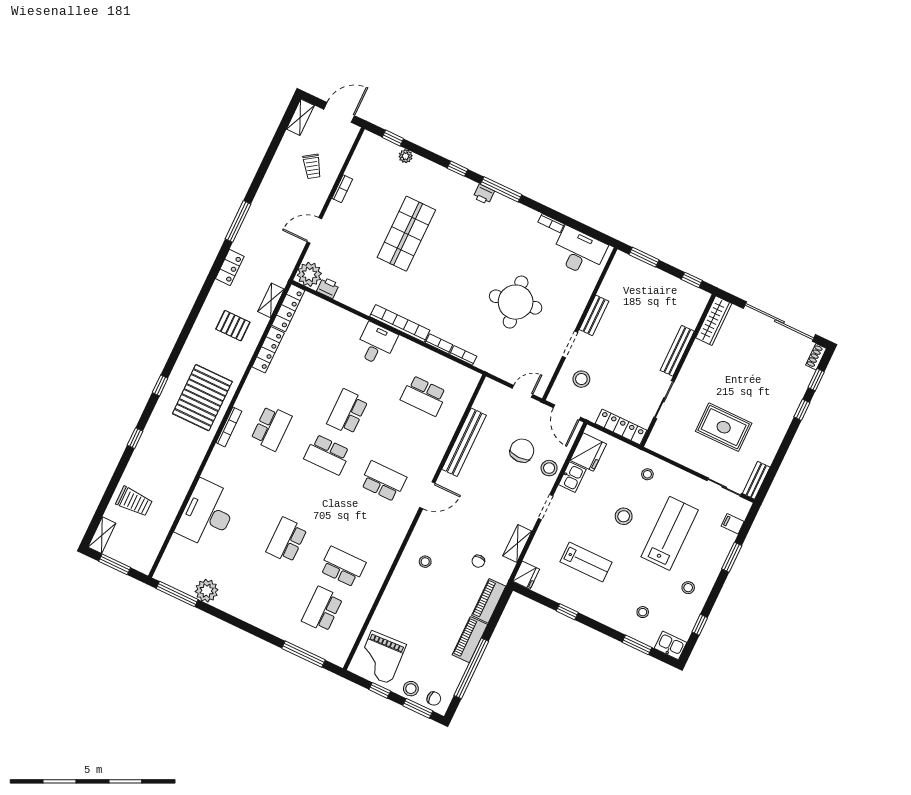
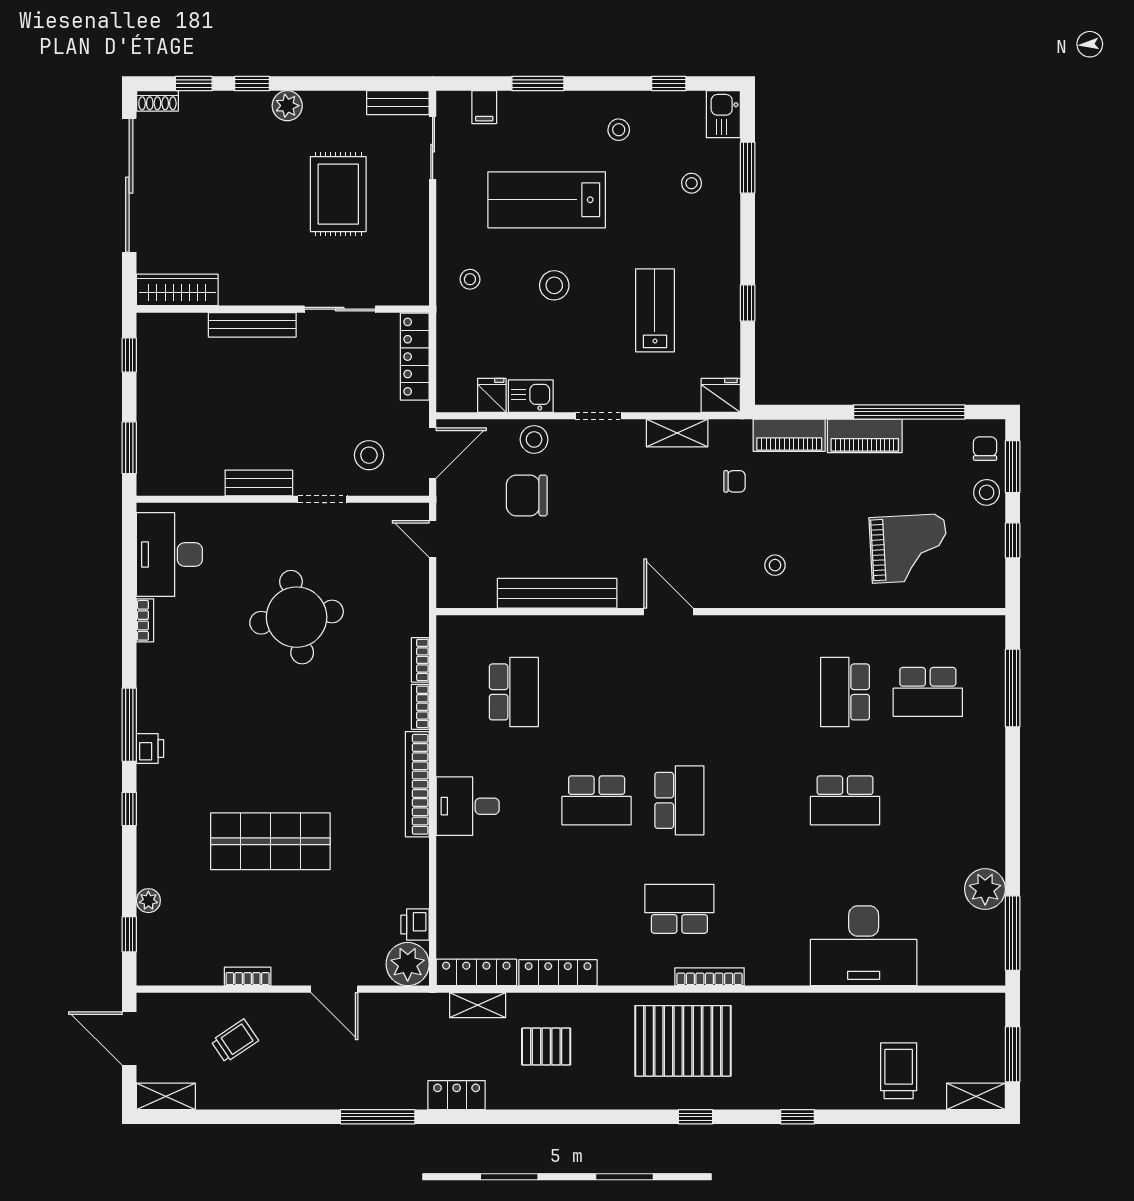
pallet: (233, 326) -> (546, 1047), turned 90
plant: (782, 422) -> (287, 106), added
fridge: (588, 452) -> (492, 395), width x0.53, depth x0.75
school desk: (383, 481) -> (679, 692), removed
grand piano: (381, 657) -> (909, 548), moved

